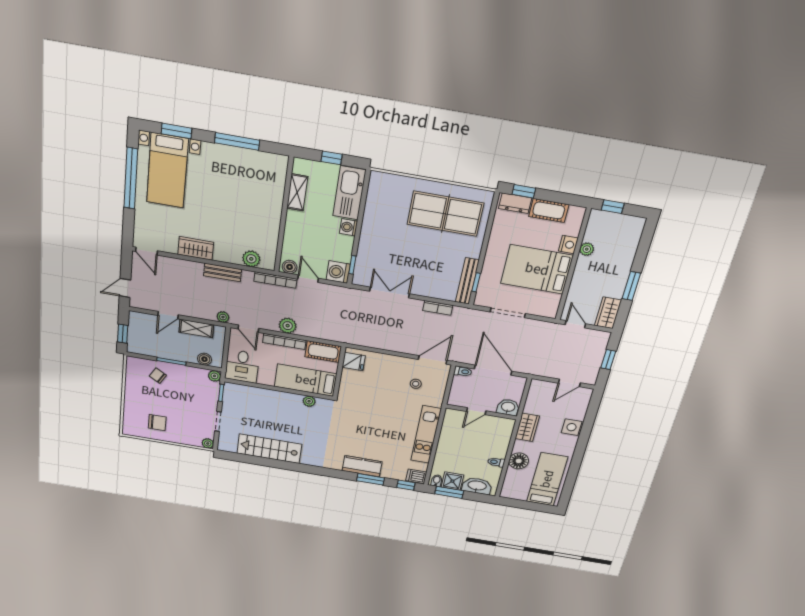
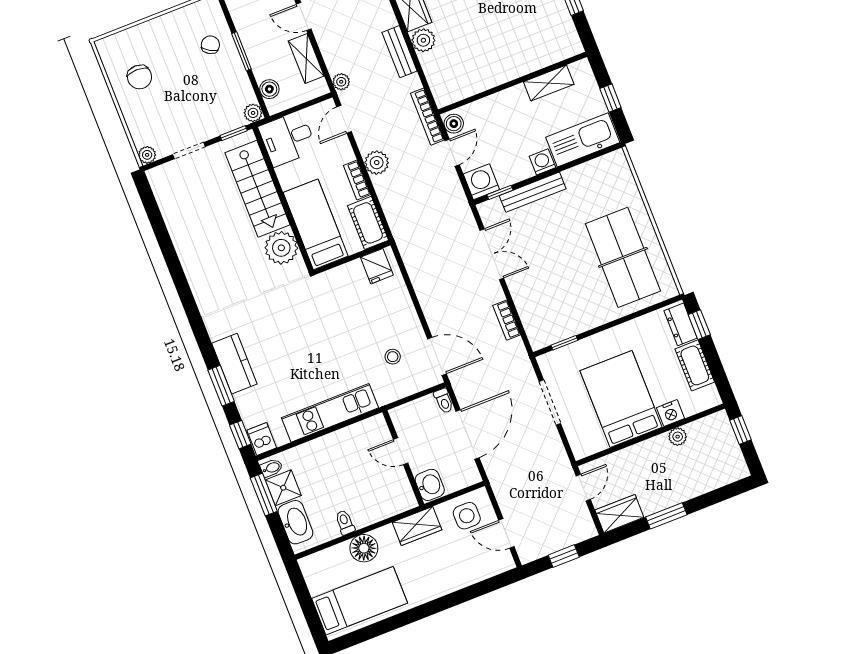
plant: (251, 259) -> (423, 40), moved
bench: (467, 281) -> (533, 192), moved
bookcase: (284, 341) -> (357, 180), width x0.64
plant: (309, 401) -> (281, 248), width x1.88, depth x1.88
side table: (571, 427) -> (467, 516), moved
stairs: (269, 449) -> (257, 189), moved, turned 180

